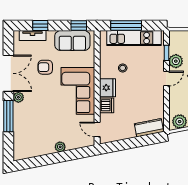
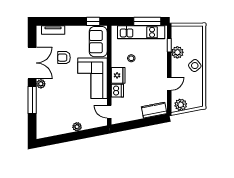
window: (40, 26) -> (60, 21), removed
window: (126, 26) -> (147, 21), moved
sofa: (72, 41) -> (98, 42), moved, turned 90
door: (166, 79) -> (169, 84), moved

